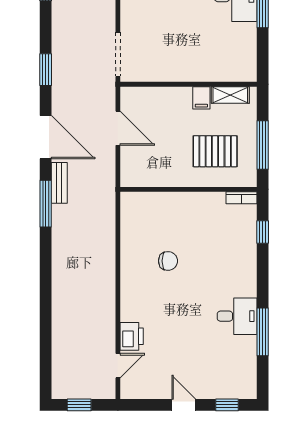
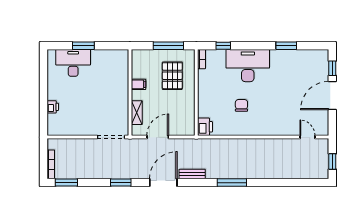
shelving: (230, 95) -> (137, 113), moved
window: (46, 204) -> (232, 183), moved
desk: (237, 316) -> (248, 66), moved, width x1.87, depth x1.30
window: (263, 332) -> (286, 46), width x0.69
printer: (132, 336) -> (205, 127), moved, turned 90
door: (184, 405) -> (332, 96), width x1.88

